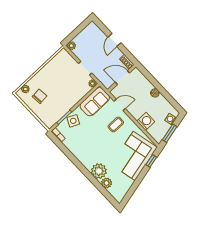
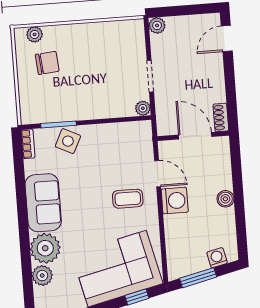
door: (114, 40) -> (227, 38), moved
sofa: (95, 102) -> (43, 203), moved, turned -90
washing machine: (146, 121) -> (175, 201), moved

